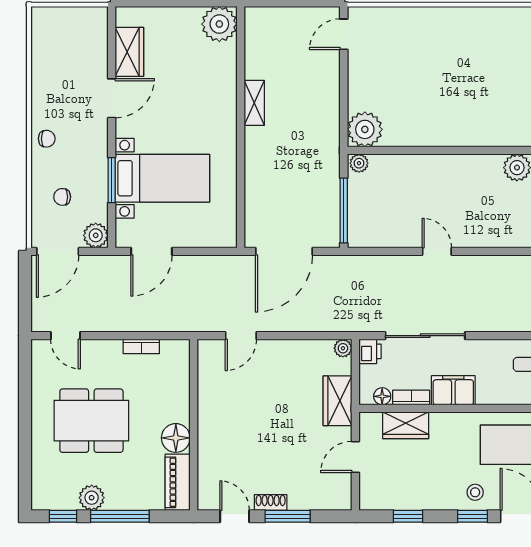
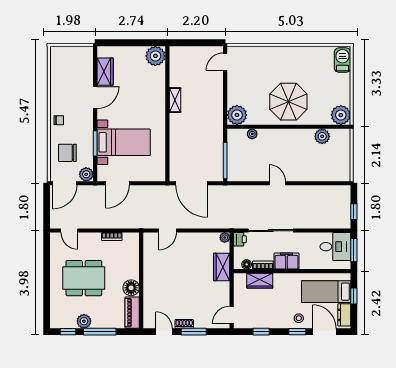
parasol: (457, 106) -> (288, 102), added
plant: (359, 163) -> (252, 134), moved
chair: (62, 197) -> (67, 153), width x1.87, depth x1.87
door: (284, 251) -> (192, 183), hinge flipped
door: (355, 457) -> (232, 315), moved

